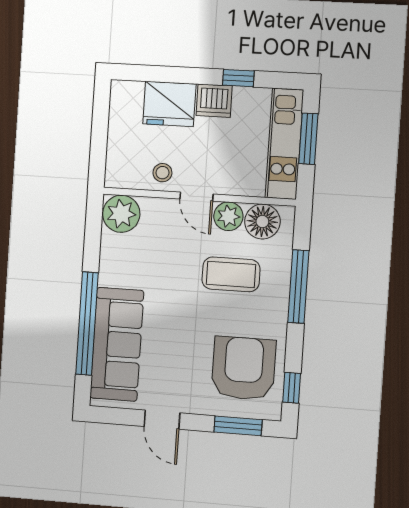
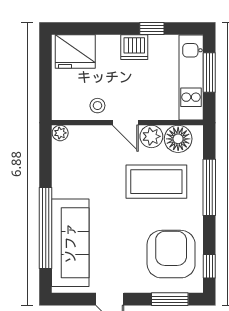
fridge: (169, 104) -> (75, 51), moved
plant: (121, 214) -> (60, 133), width x0.53, depth x0.53
coffee table: (231, 274) -> (156, 182), width x1.36, depth x1.32

